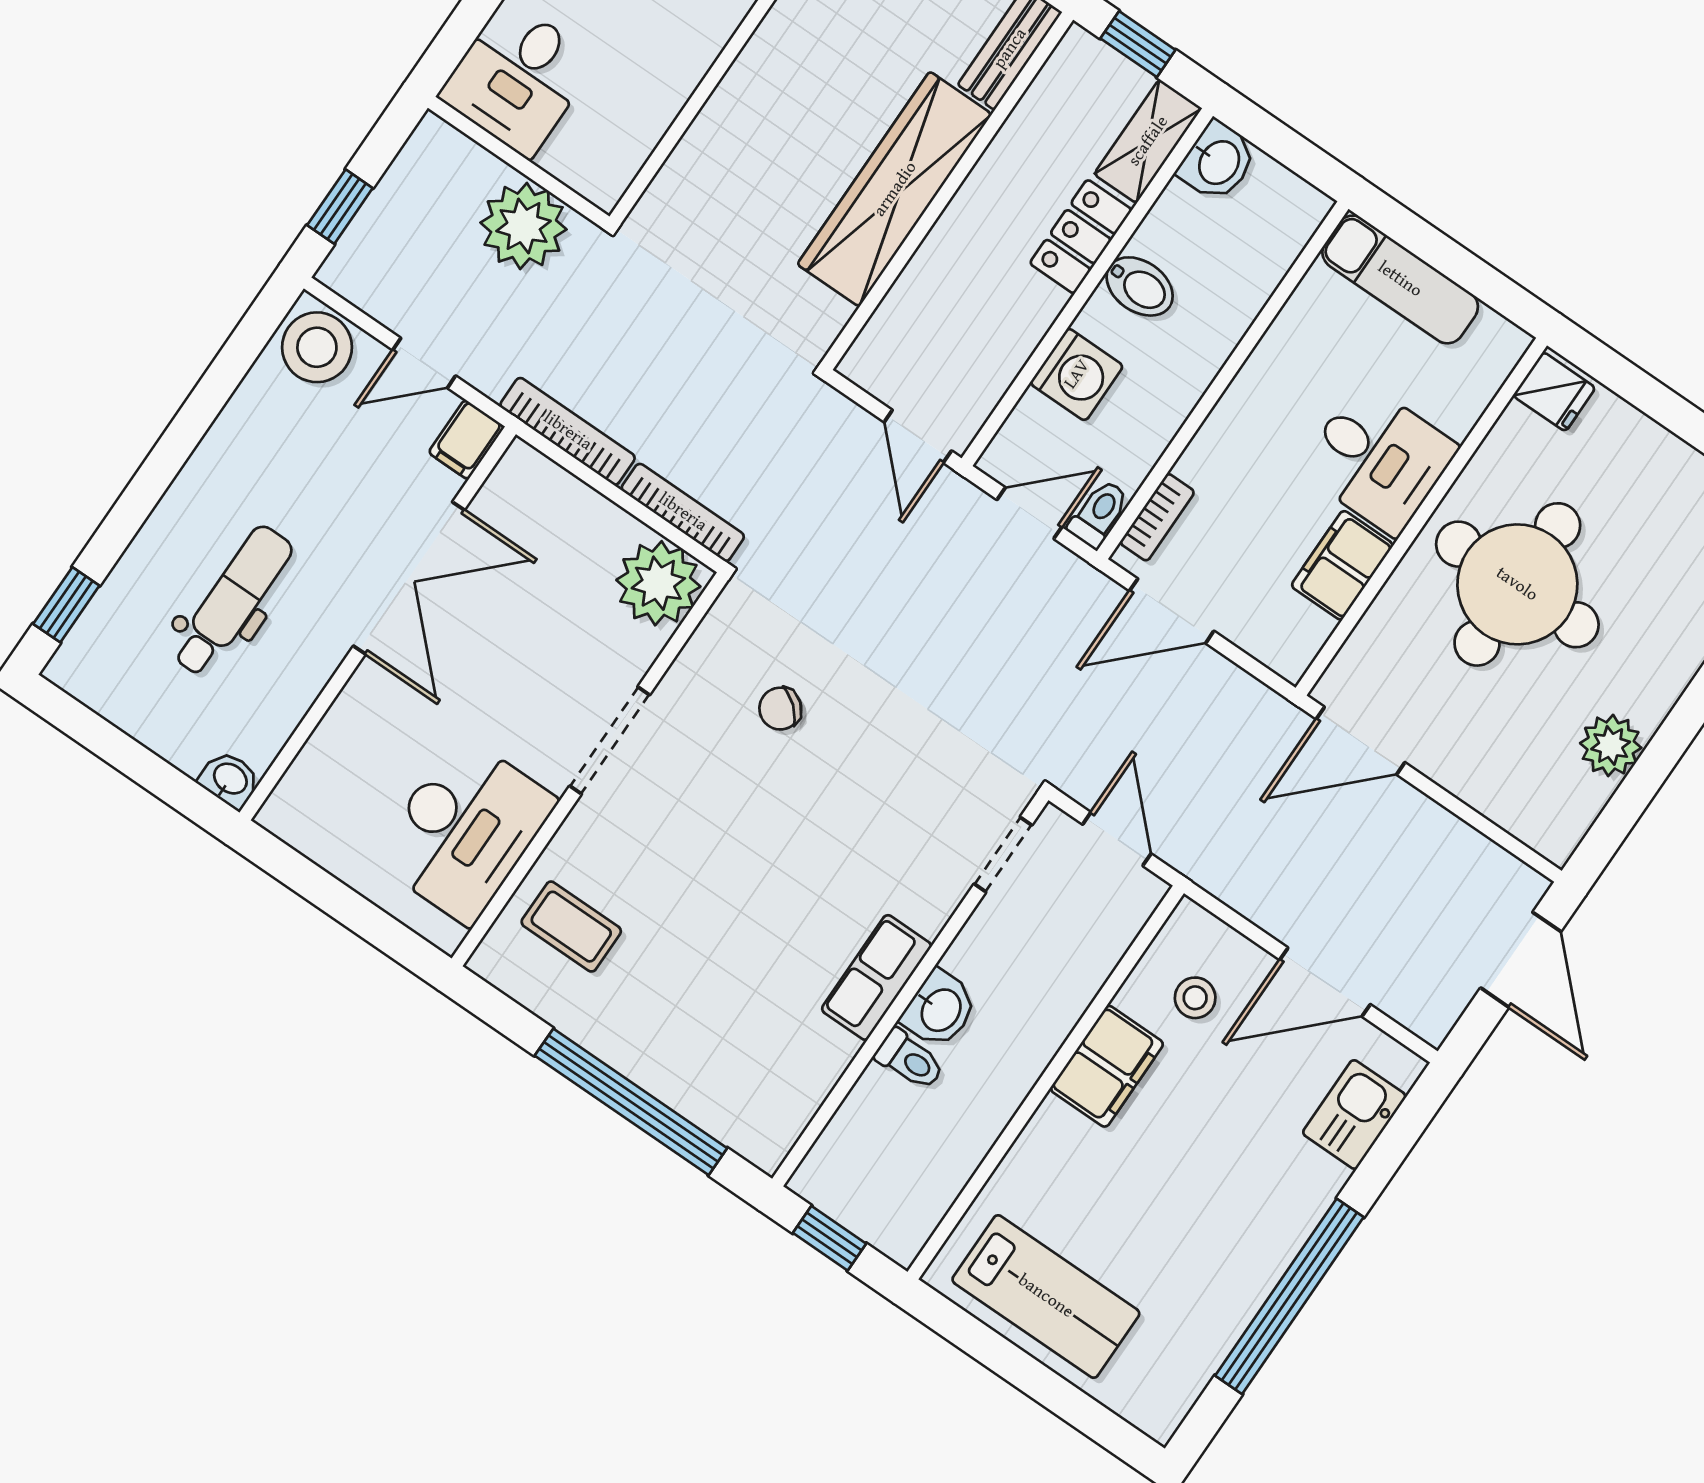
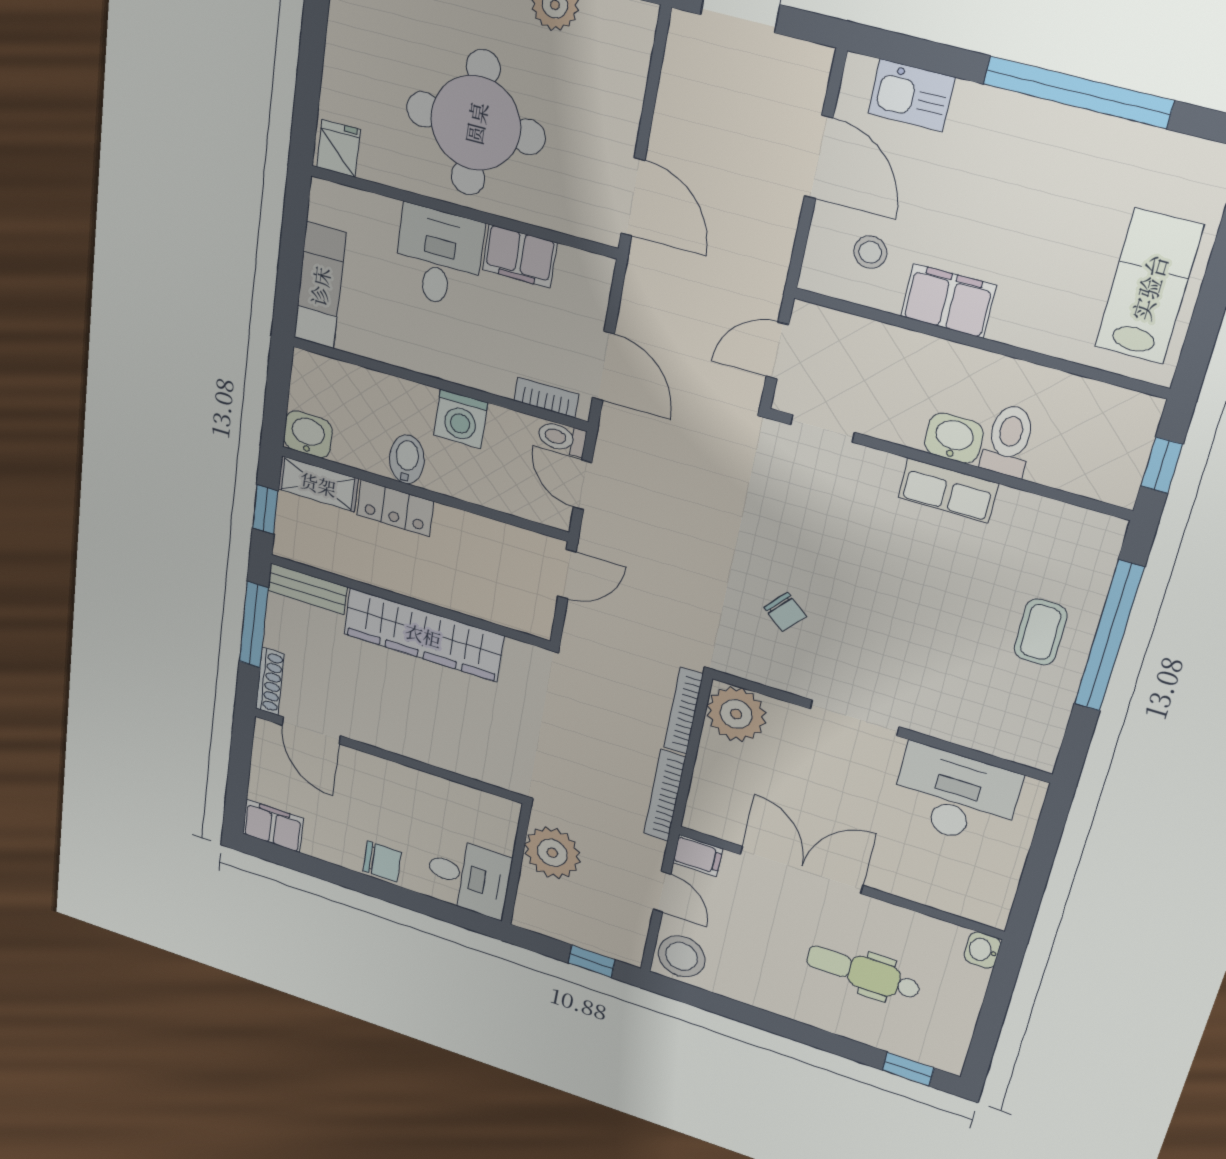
washing machine: (1077, 374) -> (461, 419), moved, turned 180
coffee table: (571, 927) -> (1040, 632), moved
toilet: (910, 1060) -> (1009, 441), width x1.37, depth x1.39

